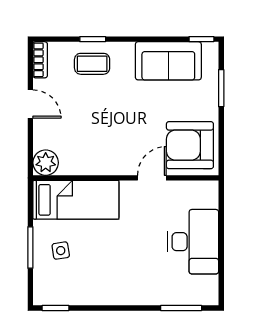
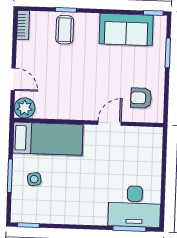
coffee table: (92, 64) -> (65, 30), turned 90
door: (30, 104) -> (13, 79), moved
armchair: (190, 145) -> (141, 98), width x0.53, depth x0.53
desk: (193, 242) -> (134, 206), moved, turned 90

